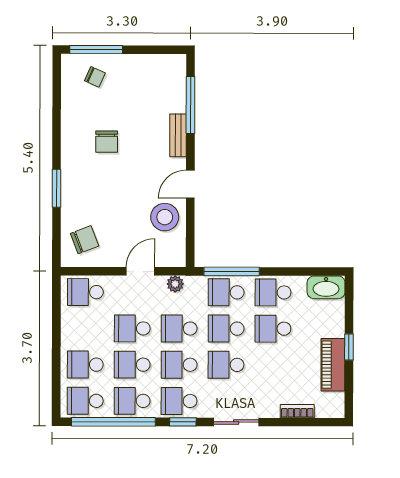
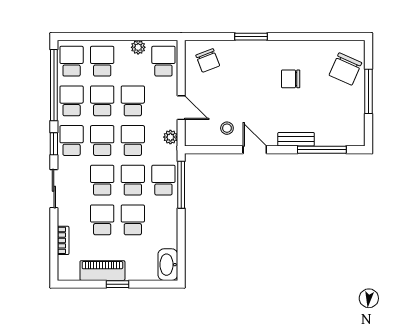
window: (96, 50) -> (368, 91), moved
chair: (95, 77) -> (345, 69), width x1.87, depth x1.87
stool: (165, 217) -> (227, 128), width x0.53, depth x0.53
school desk: (273, 292) -> (102, 220), moved
plant: (69, 322) -> (138, 47), added

